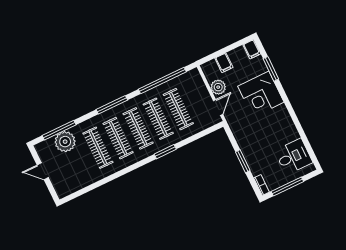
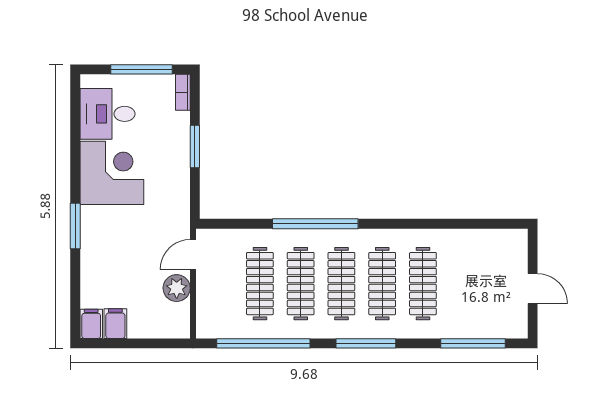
filing cabinet: (224, 63) -> (115, 324), moved
window: (271, 69) -> (75, 226), moved
corner desk: (261, 94) -> (112, 173), moved
plant: (65, 142) -> (472, 320), removed
window: (165, 152) -> (315, 224), width x2.11

